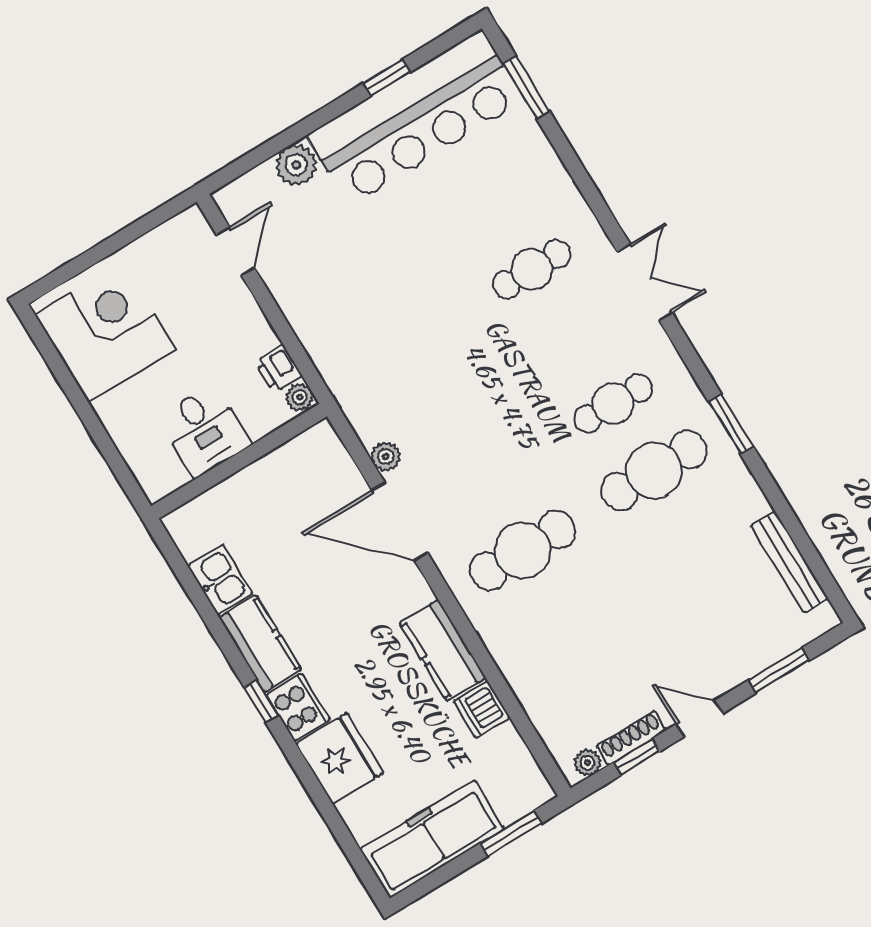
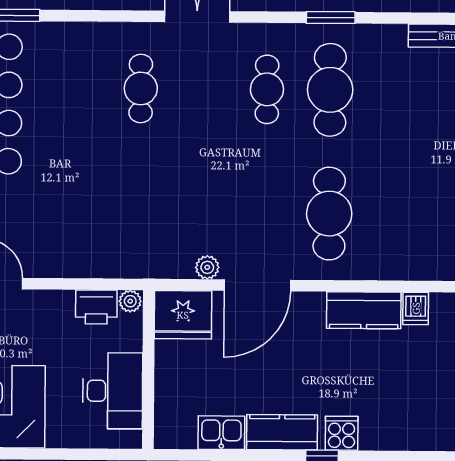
printer: (278, 369) -> (96, 307), width x1.36, depth x1.24
desk: (204, 430) -> (113, 391), width x1.37
cooker: (298, 707) -> (342, 433), width x0.73
dishwasher: (482, 709) -> (416, 308), width x0.73
fridge: (340, 759) -> (183, 315), moved, turned 180

